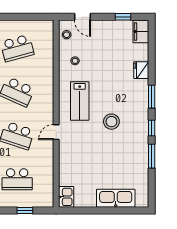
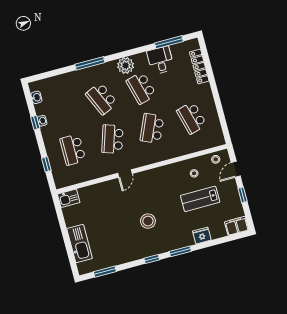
window: (123, 17) -> (243, 195), moved
lab bench: (80, 101) -> (200, 199), moved
door: (56, 132) -> (125, 173), swing flipped
window: (152, 156) -> (105, 272), moved

